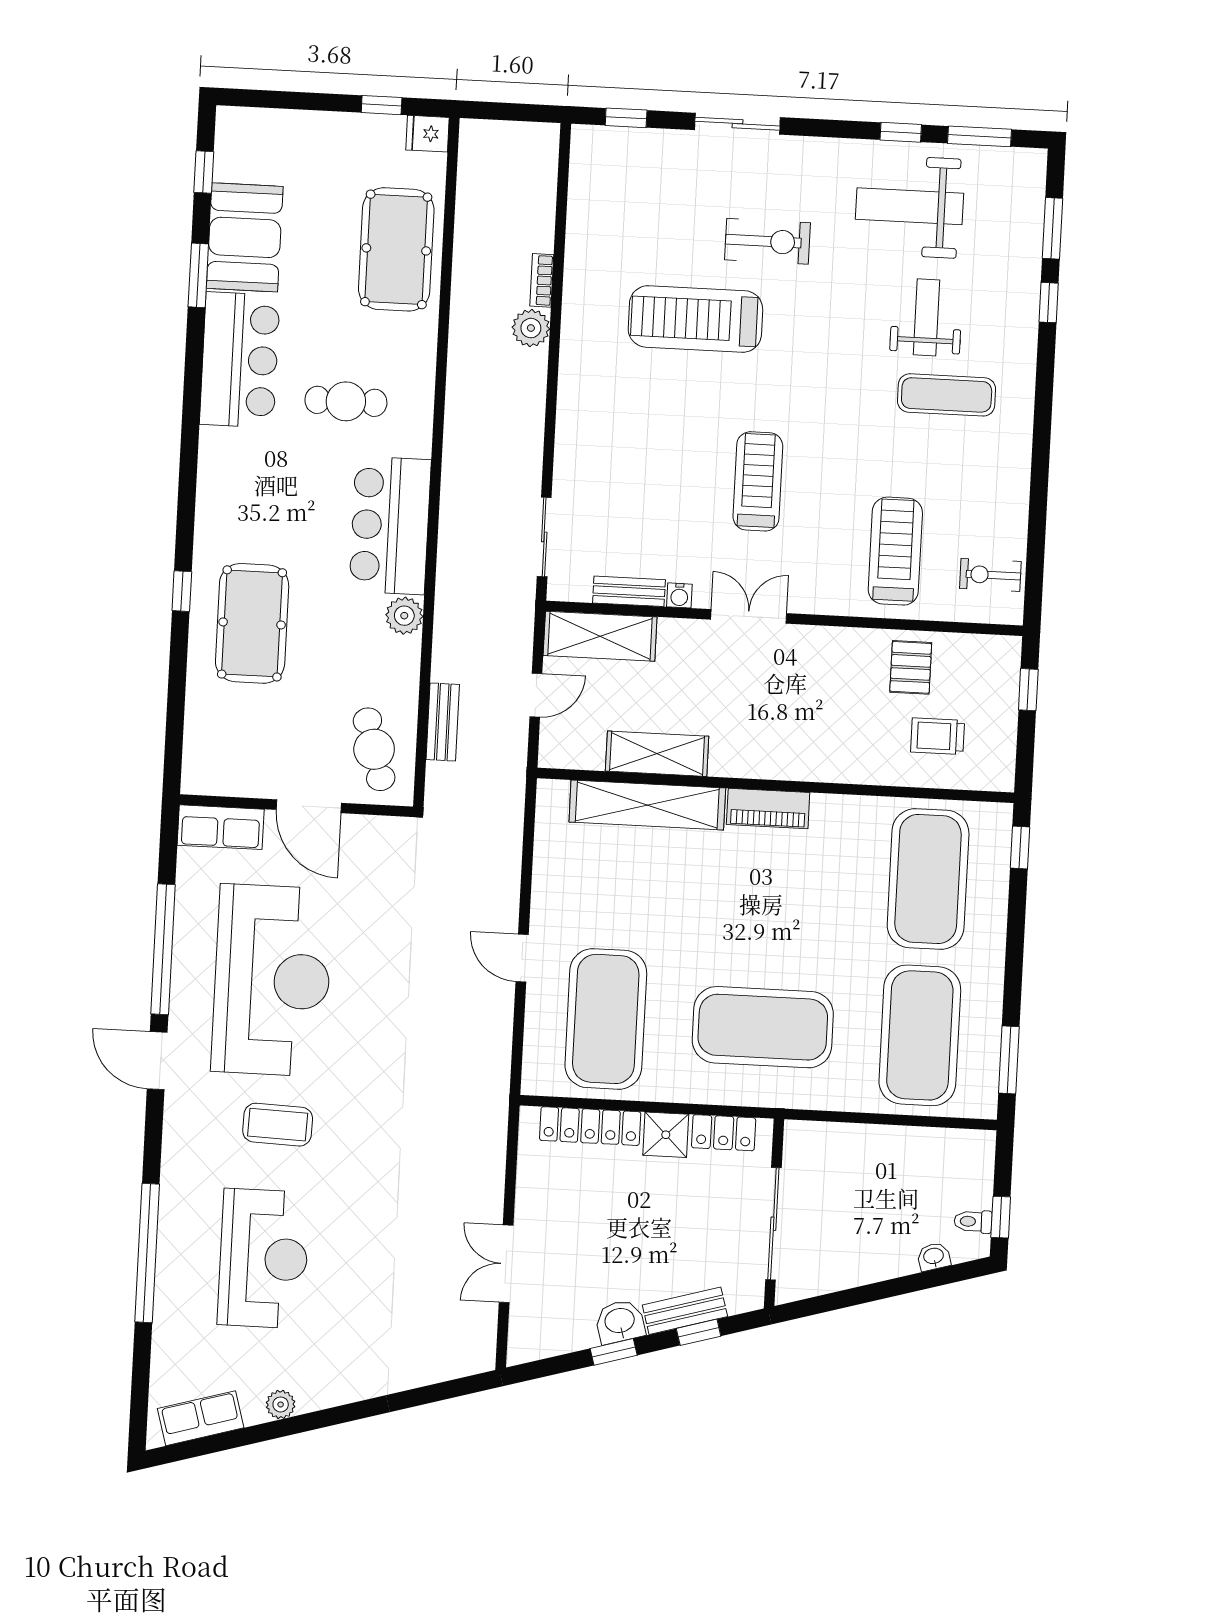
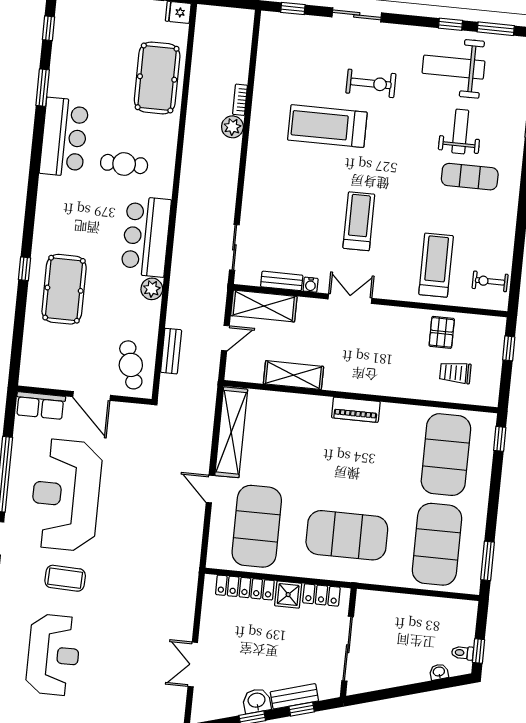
booth: (245, 237) -> (70, 67), removed
shelving: (647, 805) -> (231, 432), moved, turned 90
reception desk: (272, 980) -> (66, 495), turned 180

